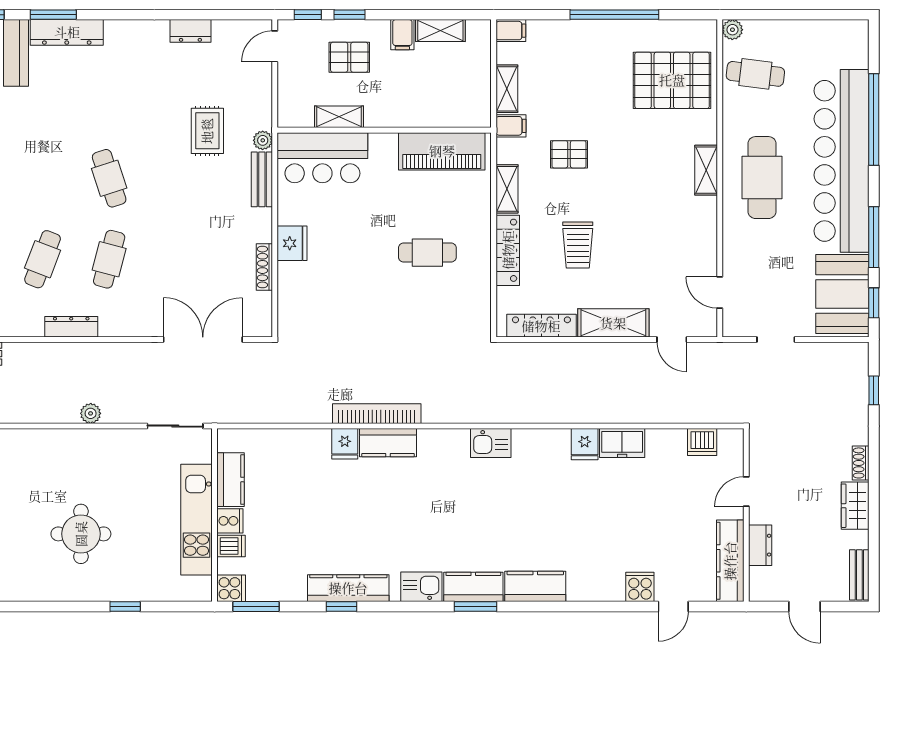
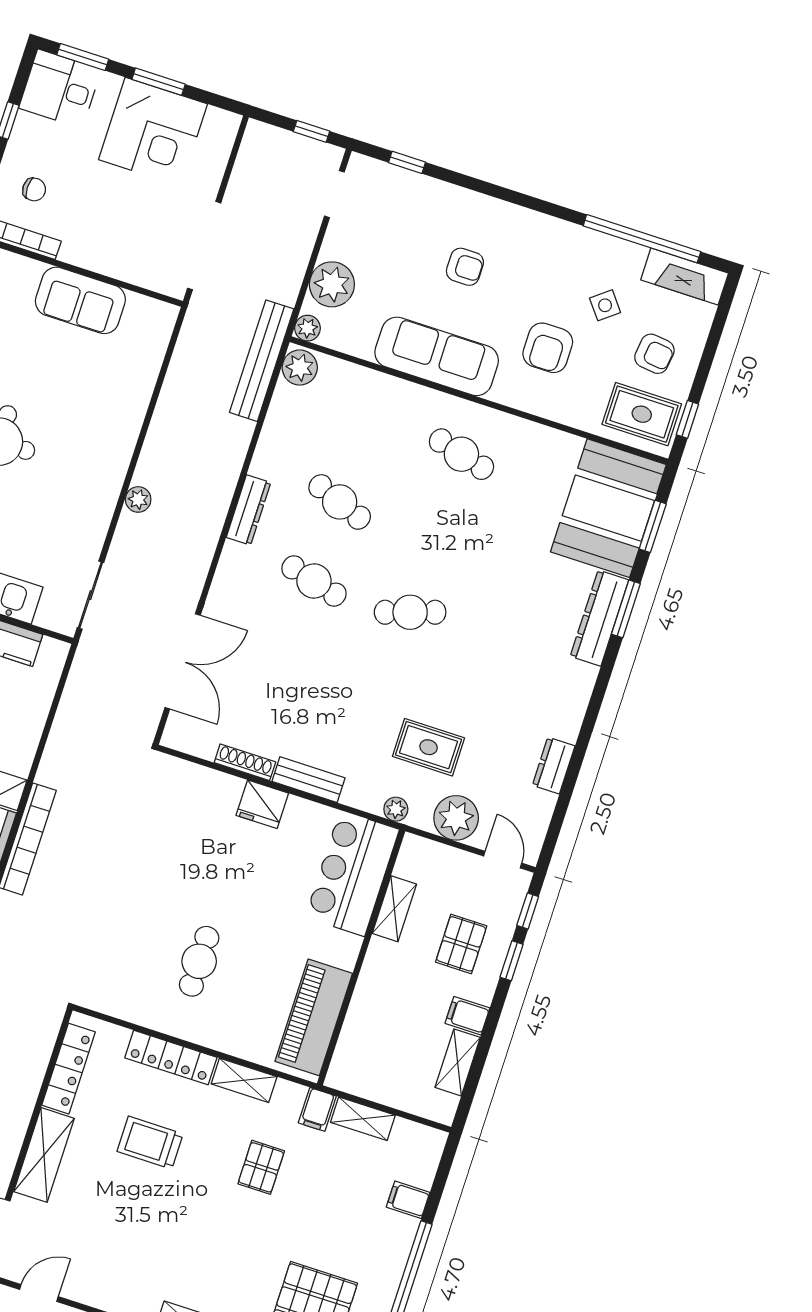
filing cabinet: (511, 31) -> (408, 1200), moved, turned 90
plant: (254, 92) -> (456, 818), added
bench: (262, 179) -> (309, 780), moved

